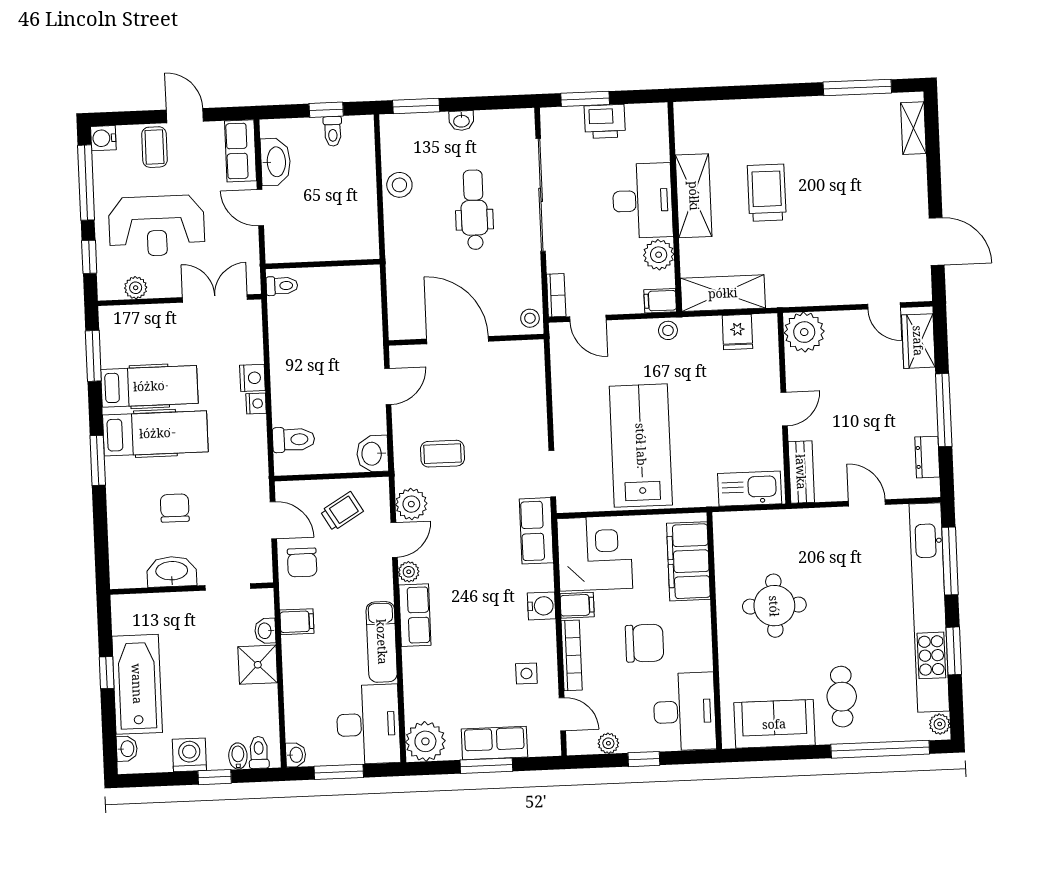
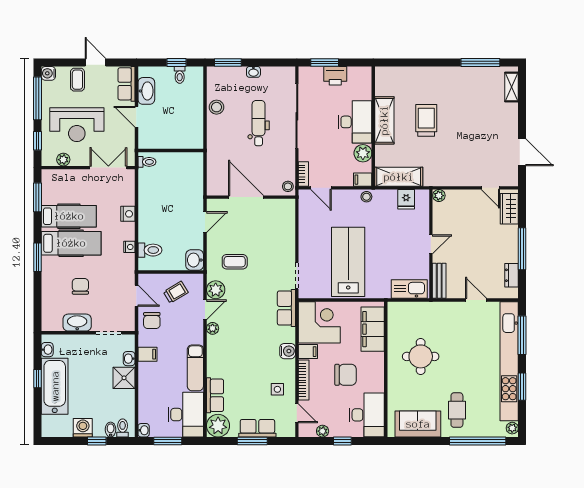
plant: (804, 332) -> (439, 196), width x0.53, depth x0.53
nightstand: (256, 403) -> (129, 247), moved
row of seats: (415, 615) -> (215, 395), moved
washbasin: (127, 749) -> (47, 350), moved

